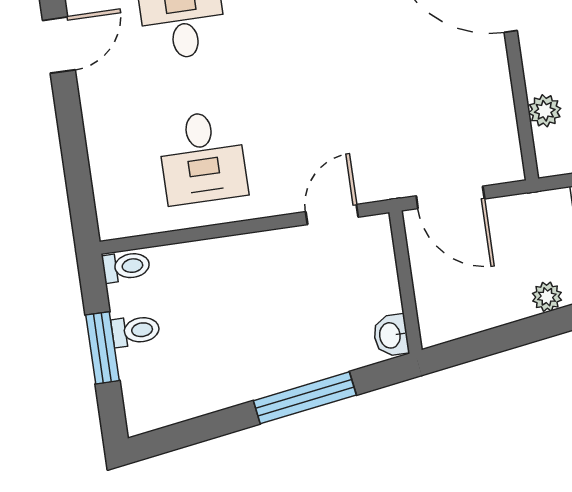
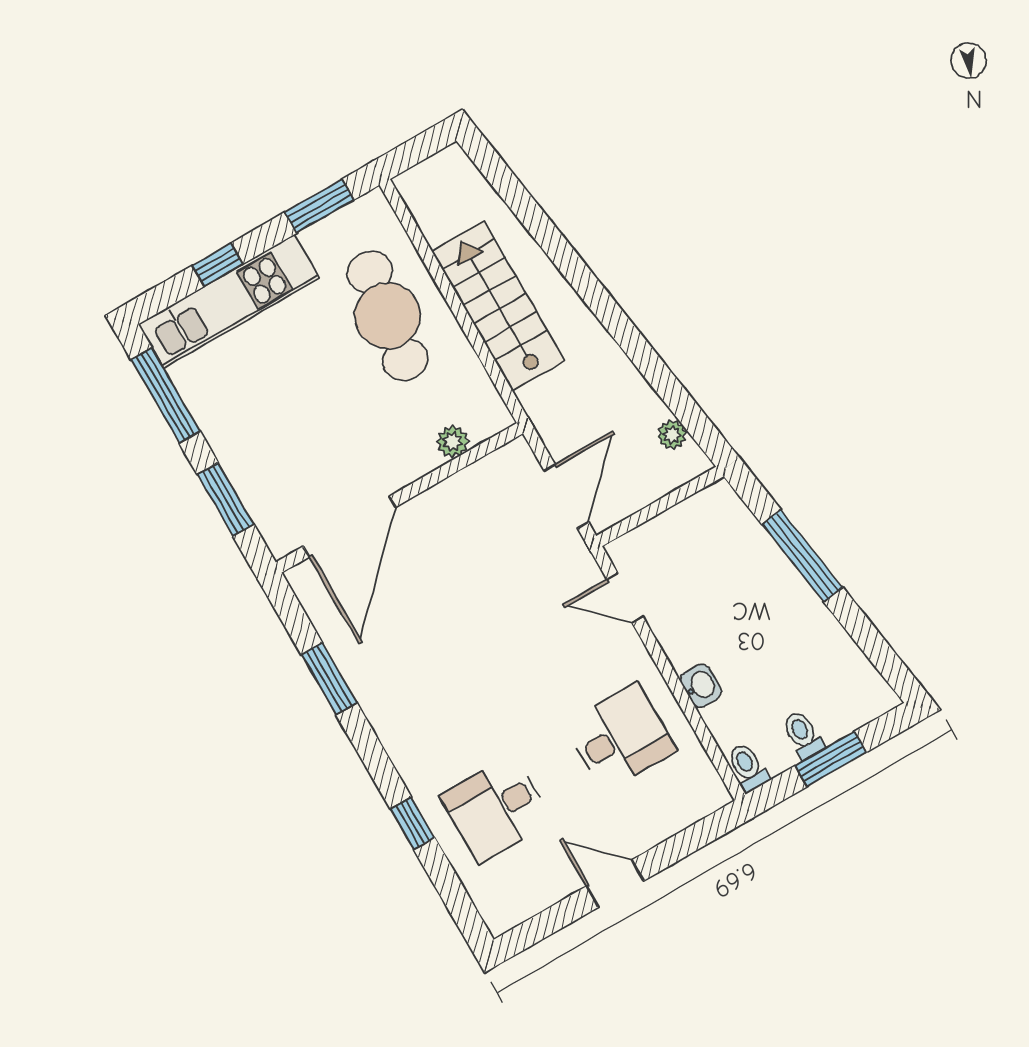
door: (59, 45) -> (615, 884), moved
plant: (547, 297) -> (672, 435), moved
washbasin: (391, 335) -> (701, 686), moved, turned -90

